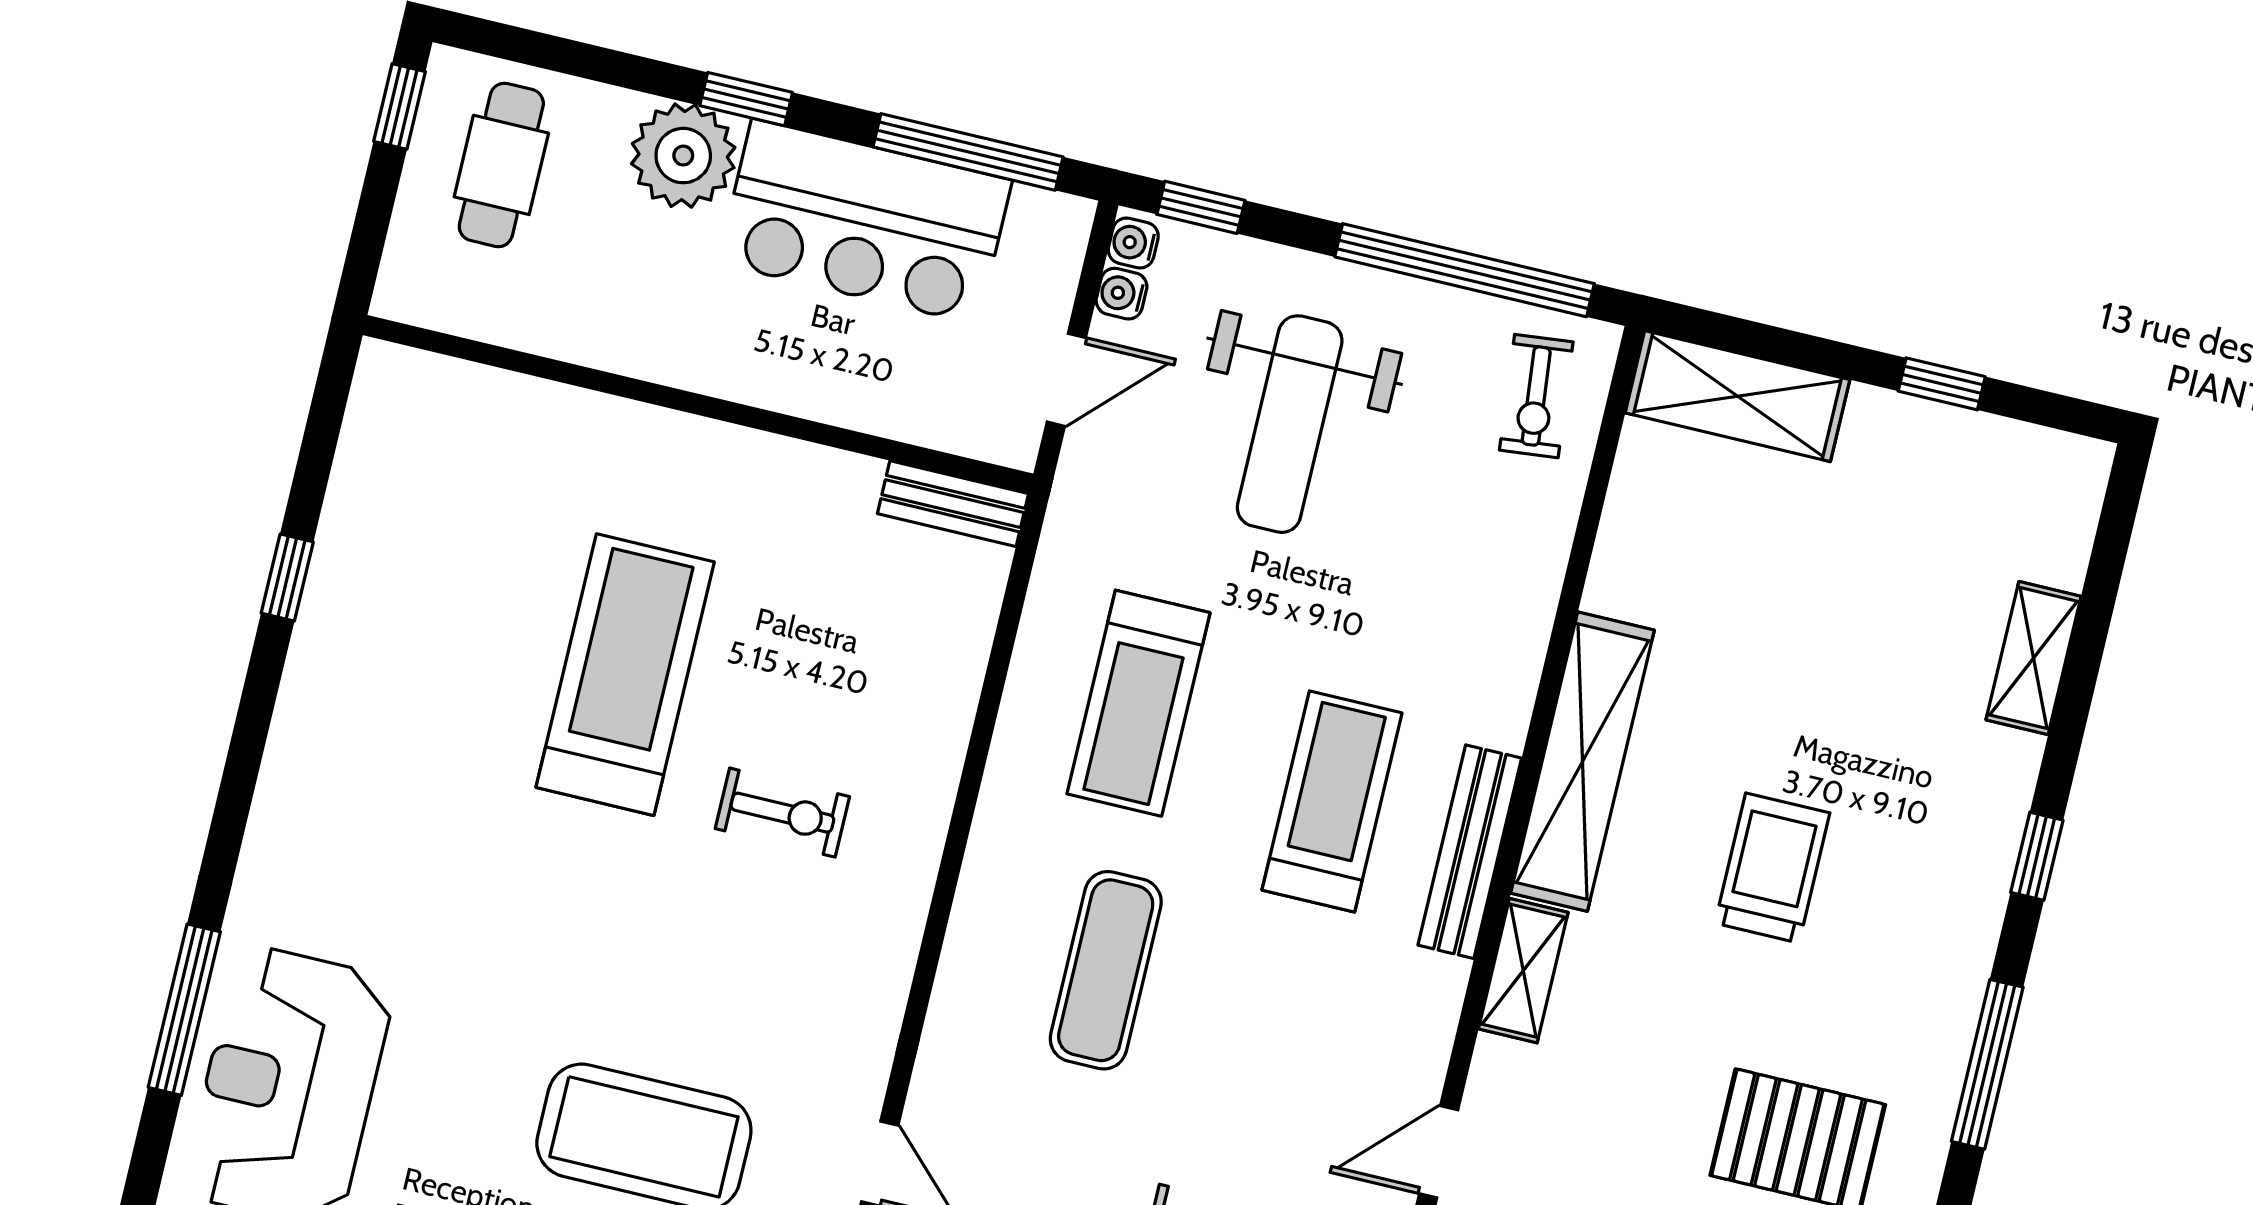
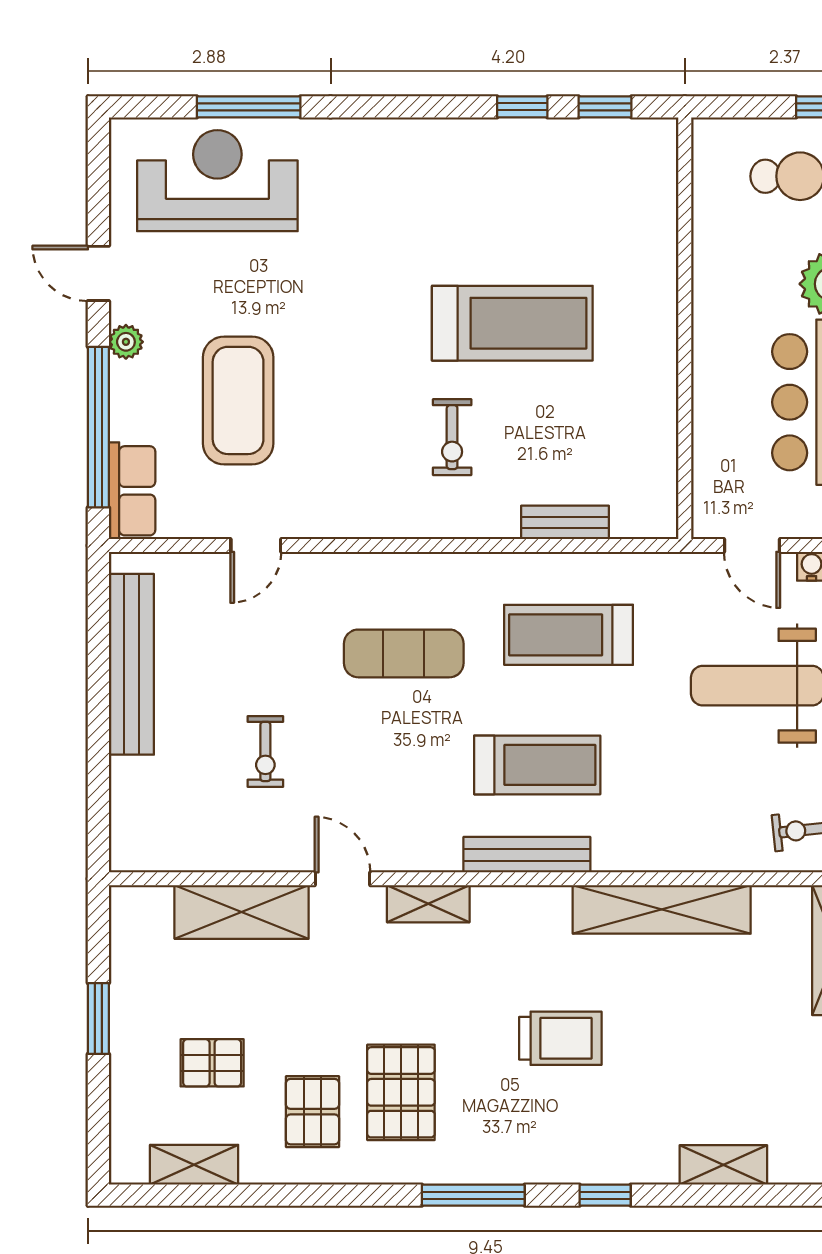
window: (318, 447) -> (605, 107), added
bench: (953, 504) -> (565, 522), moved, turned 90
shelving: (1583, 762) -> (662, 909), moved
shelving: (1523, 971) -> (428, 904), moved

